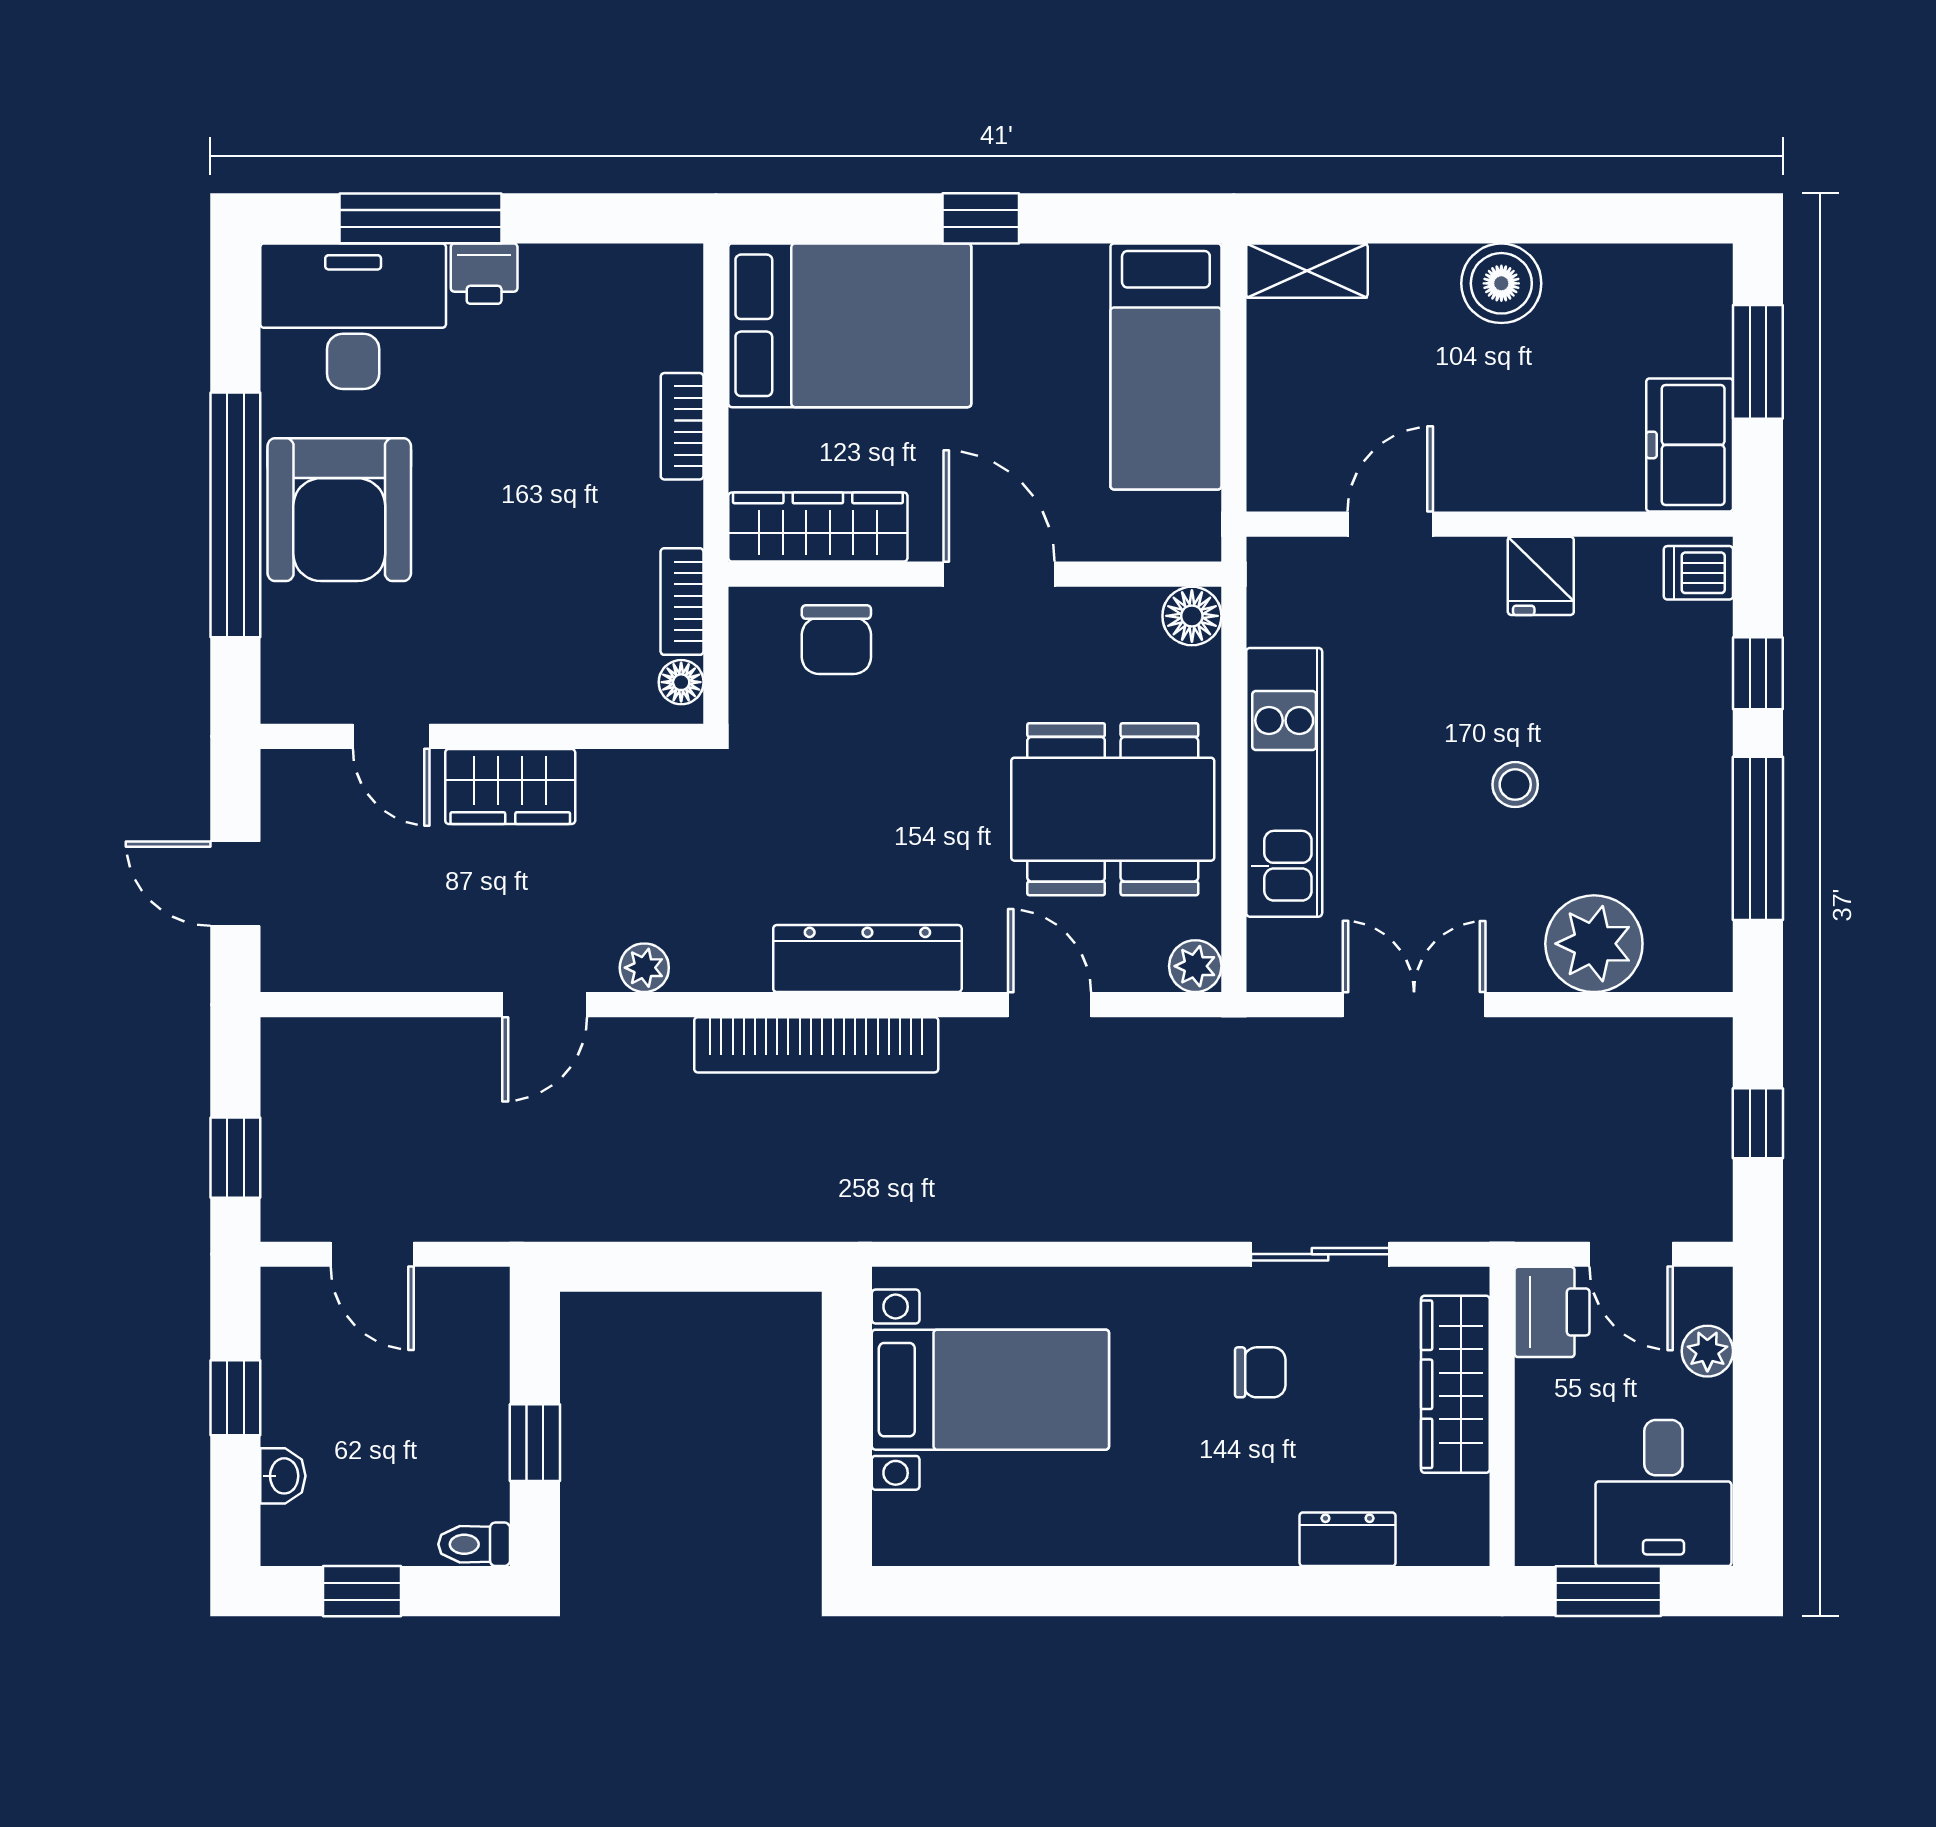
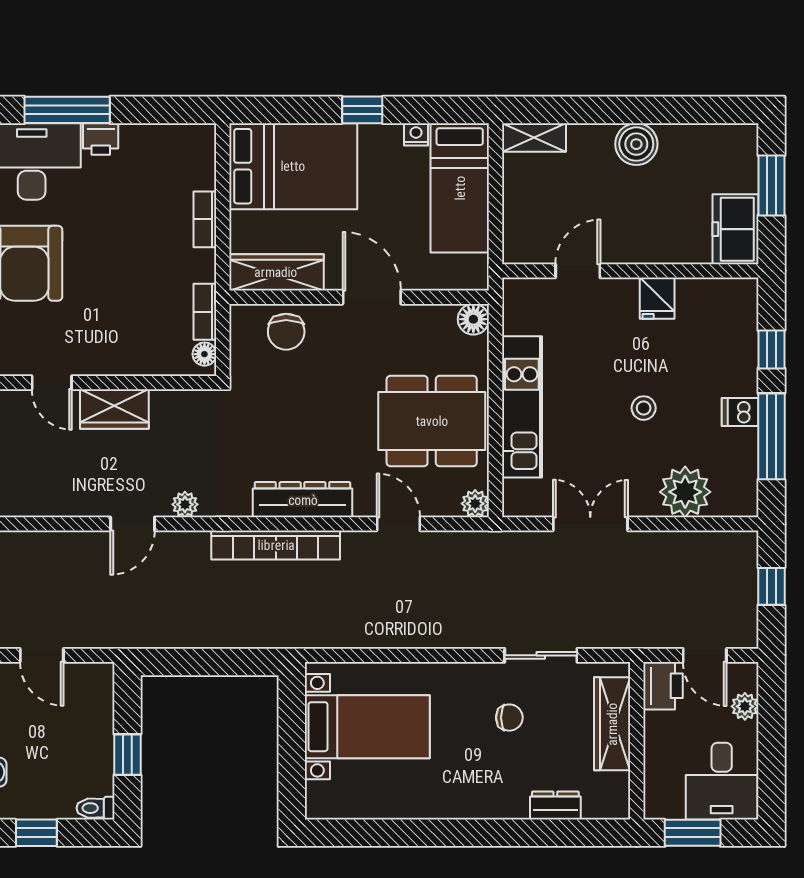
nightstand: (1083, 265) -> (416, 134), added
dishwasher: (1698, 573) -> (740, 412), moved

